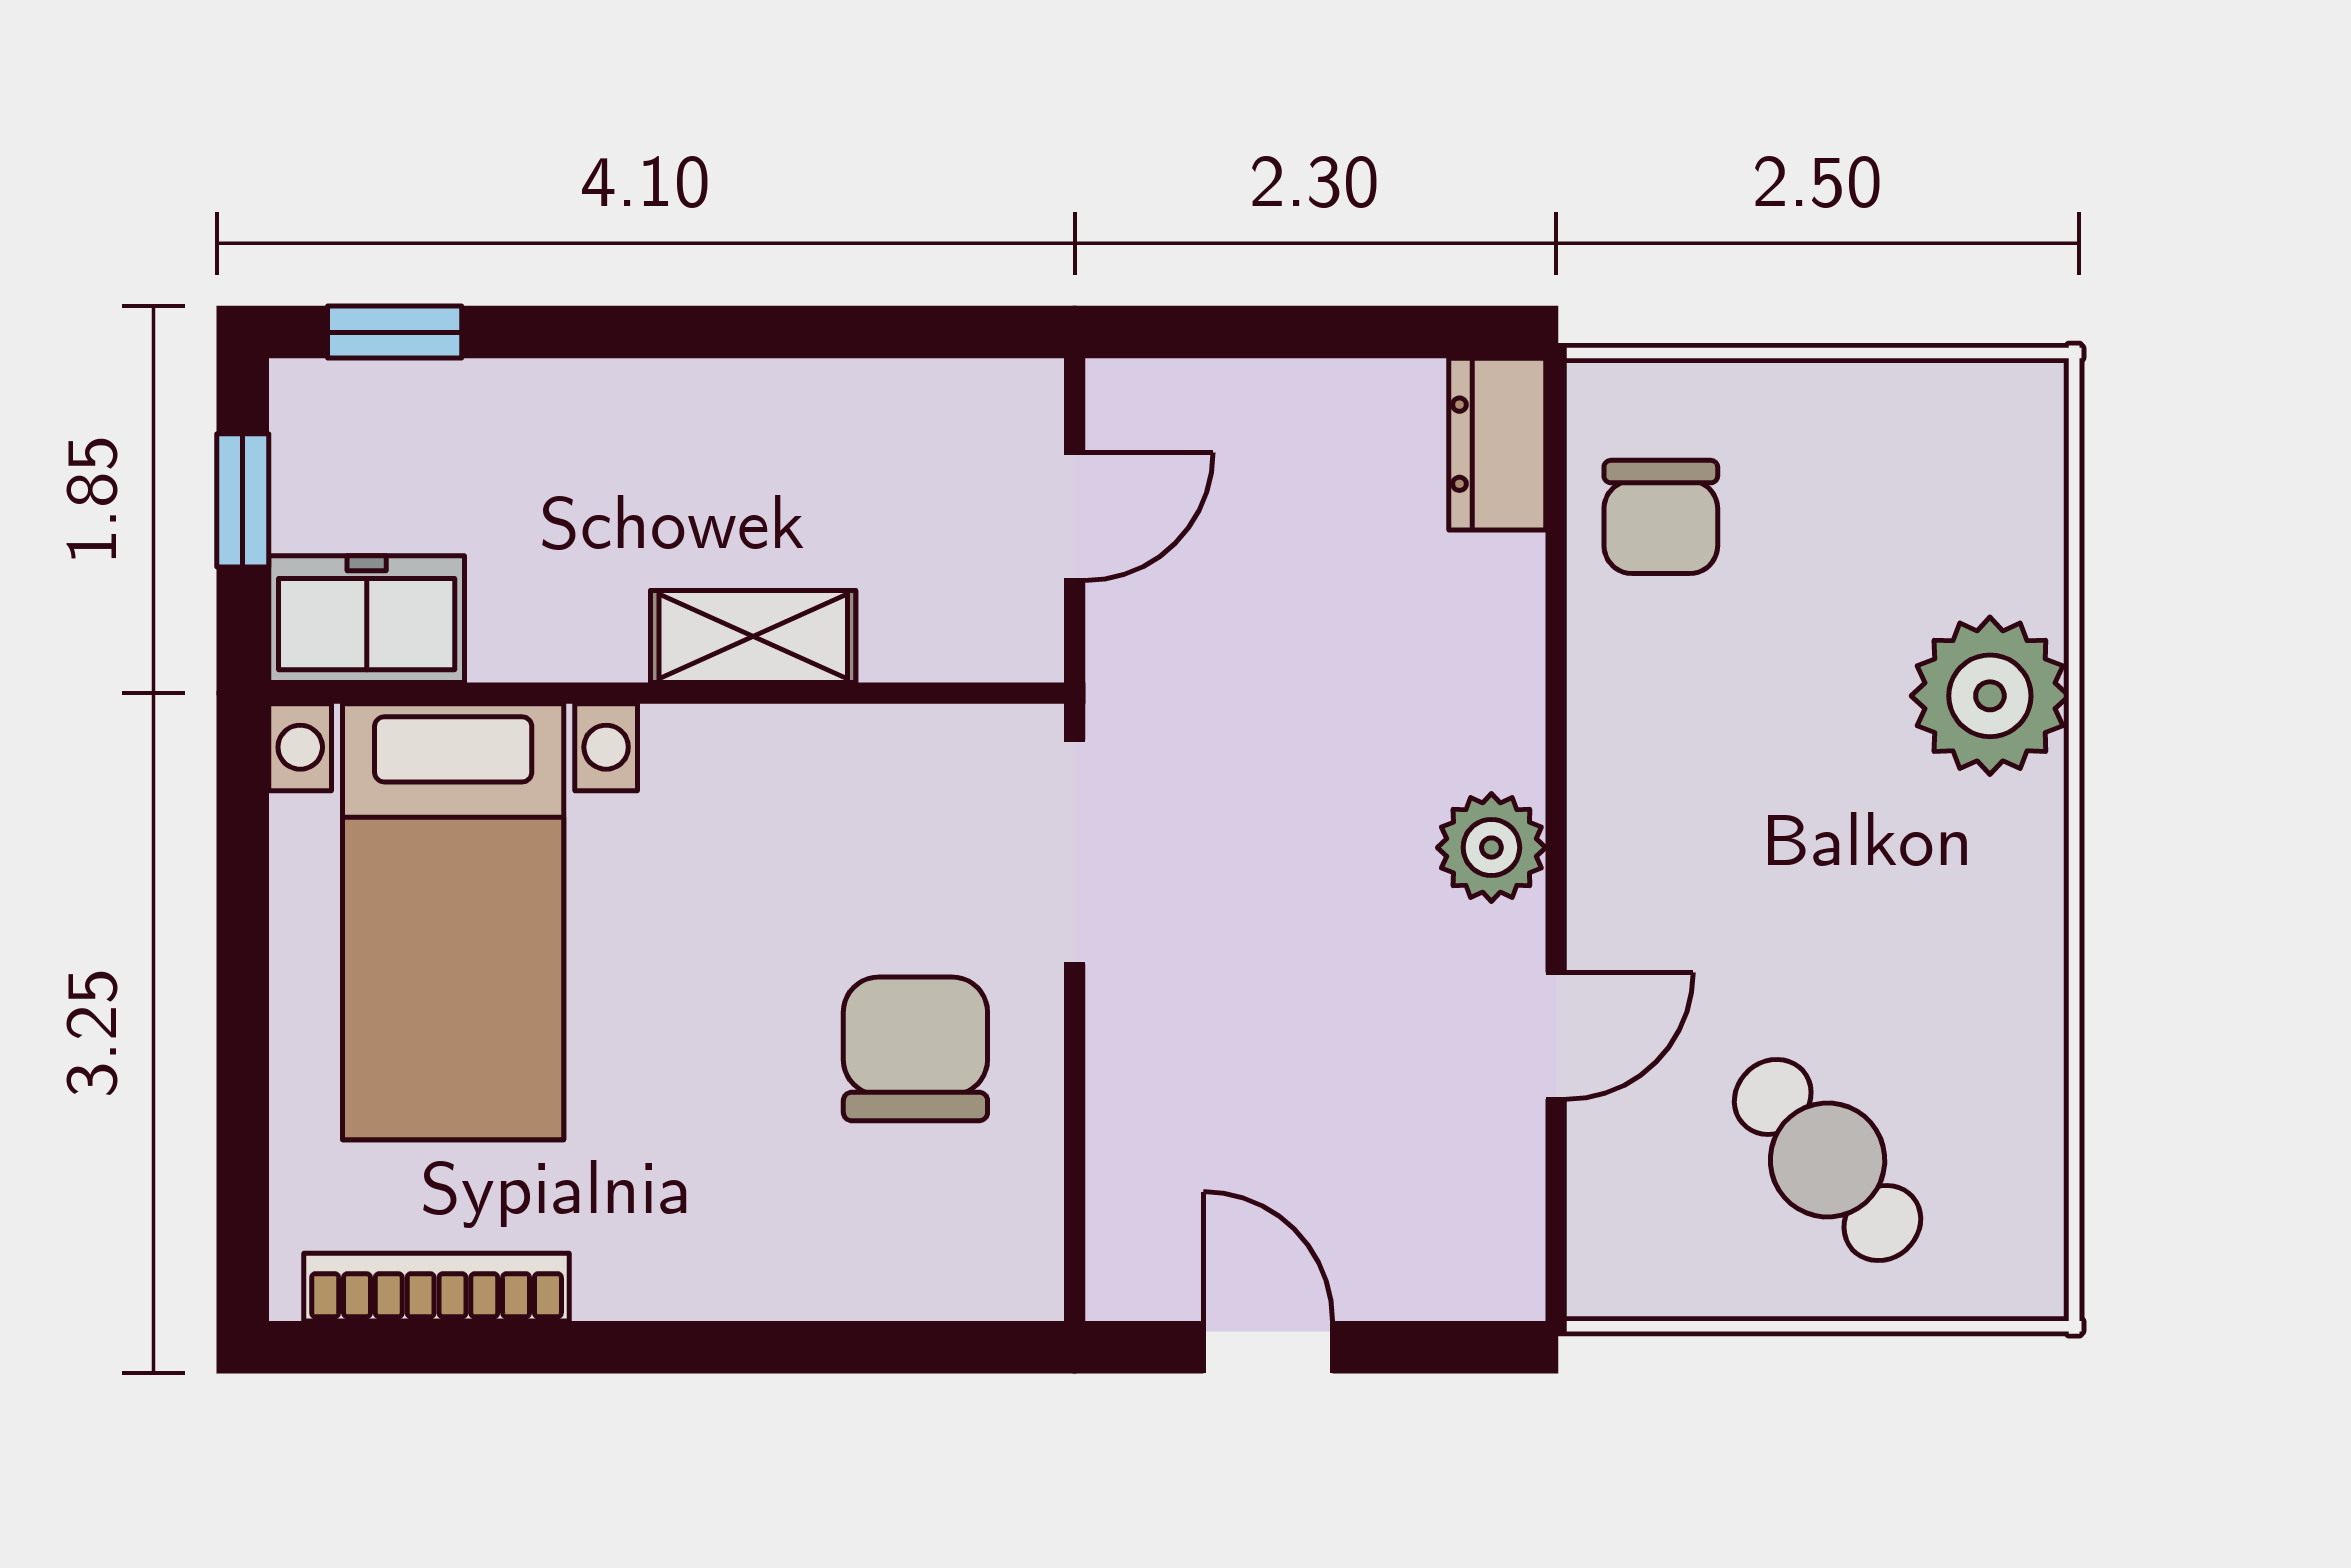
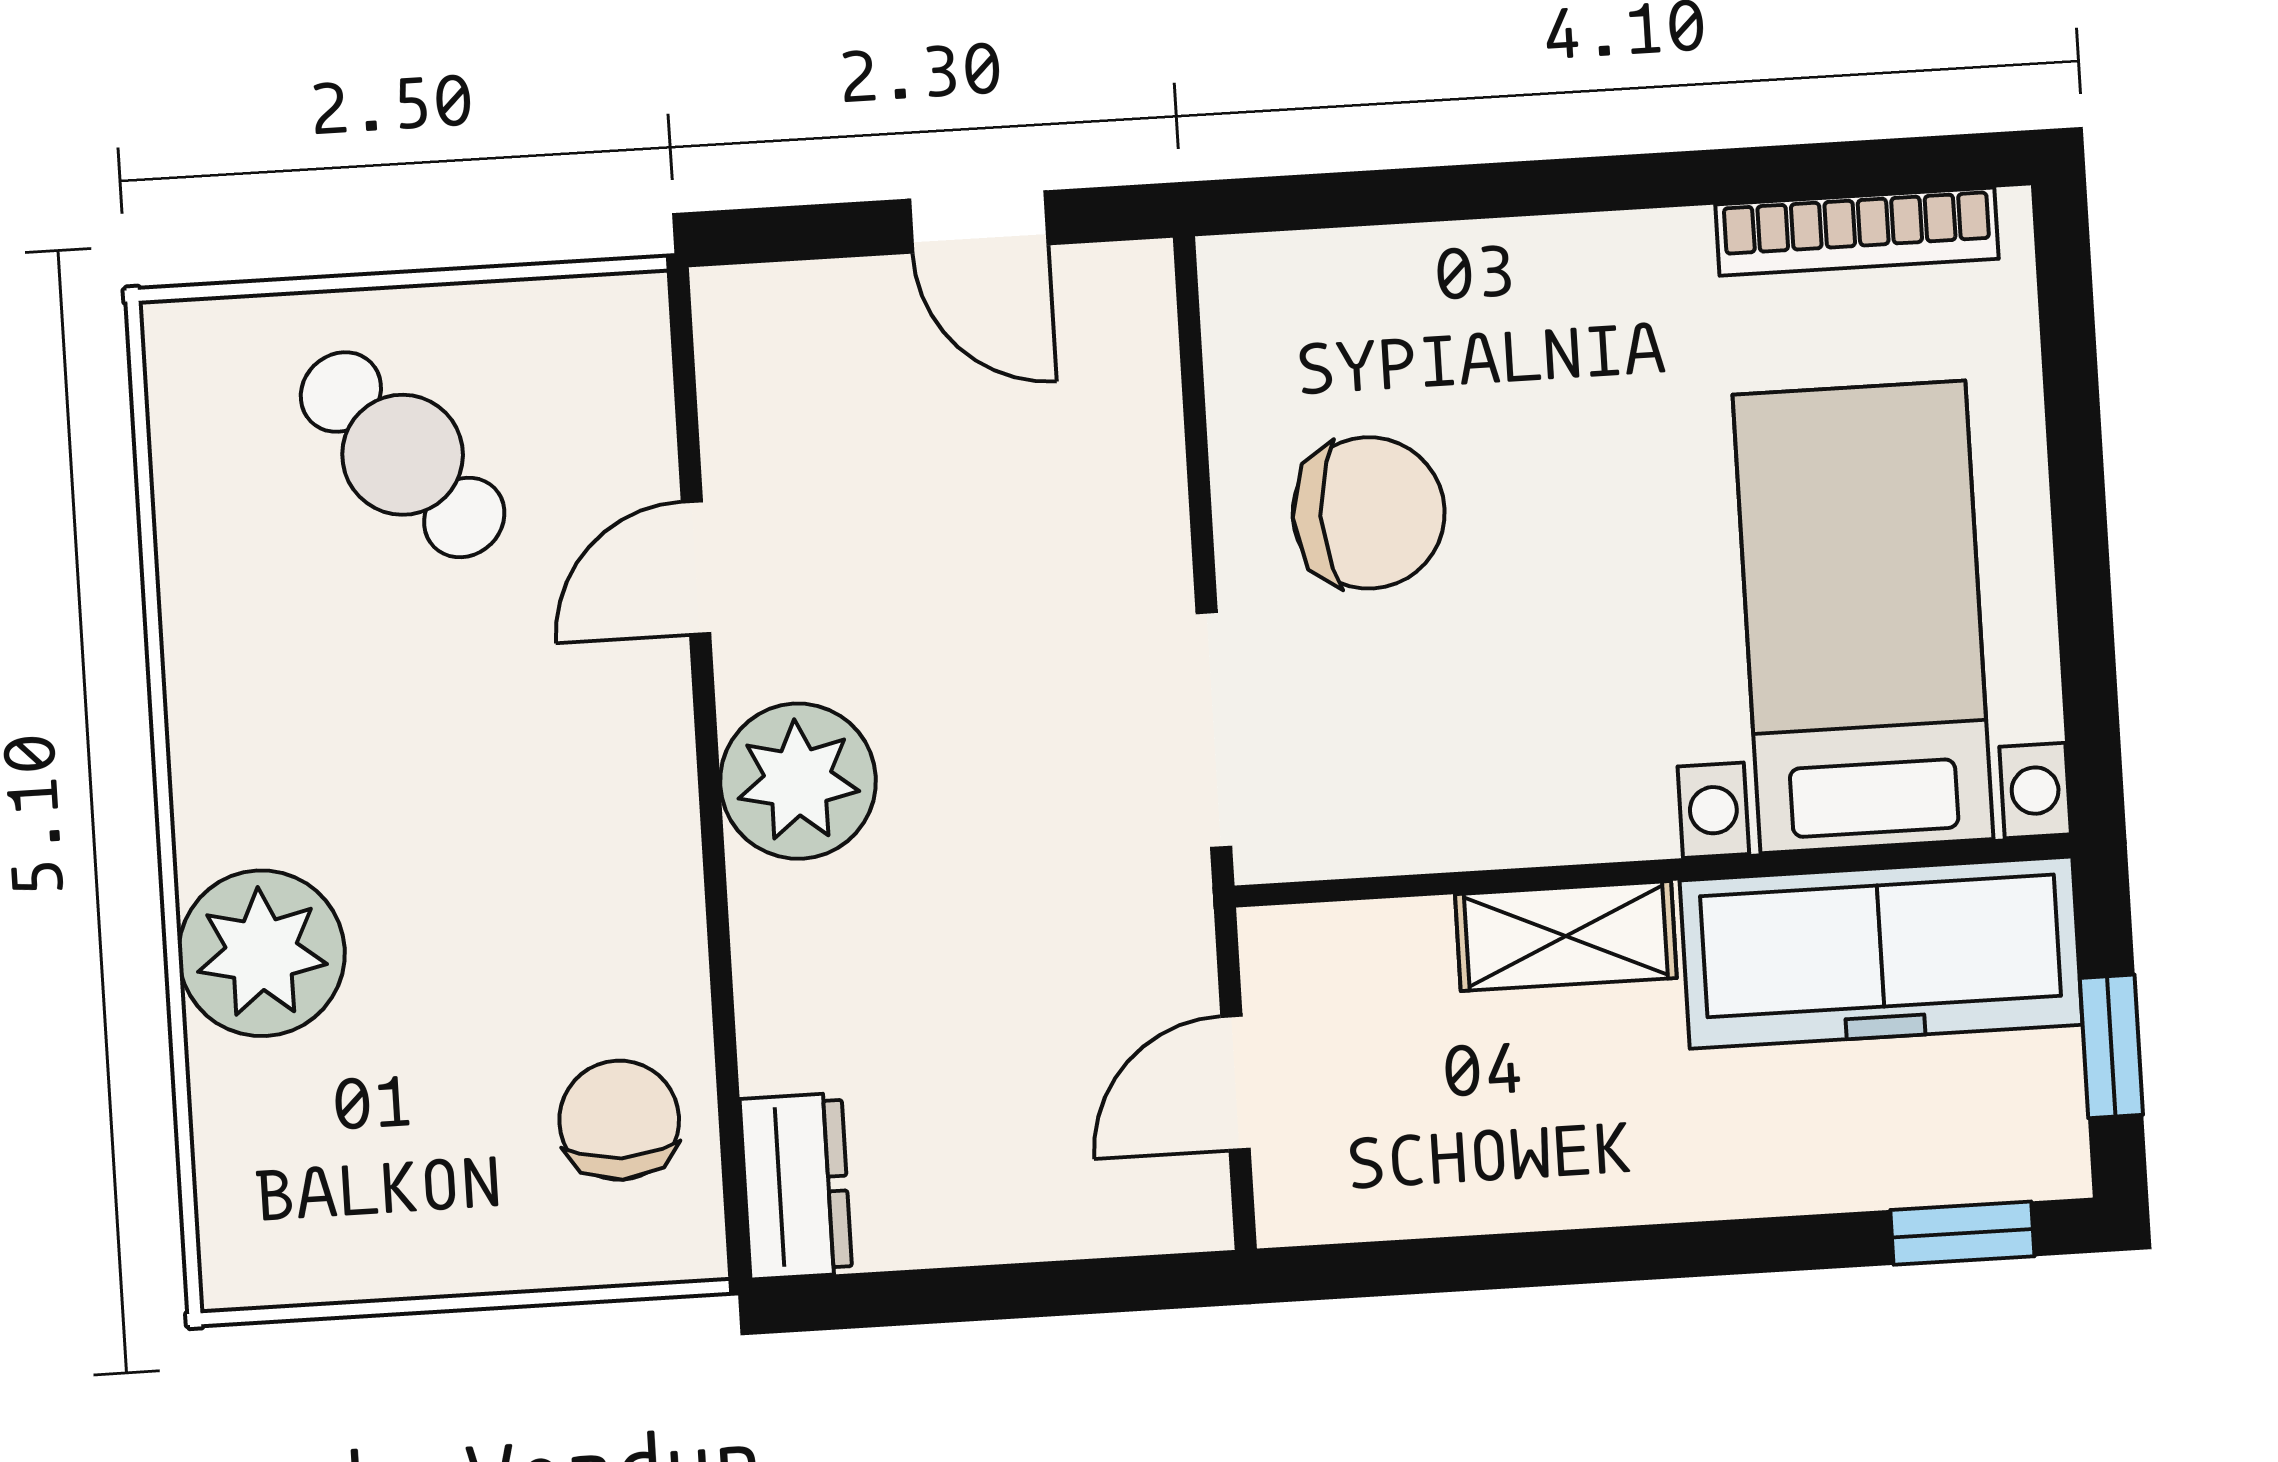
freezer: (367, 619) -> (1881, 953), width x1.91, depth x1.26
plant: (1491, 848) -> (798, 781), width x1.36, depth x1.36
chair: (915, 1049) -> (1369, 513), turned -90

